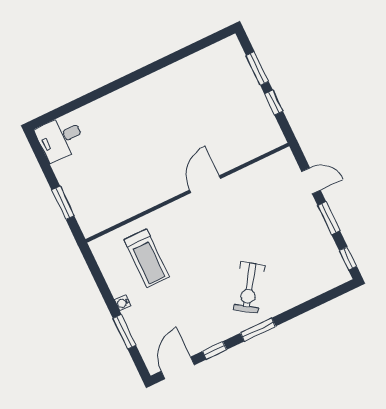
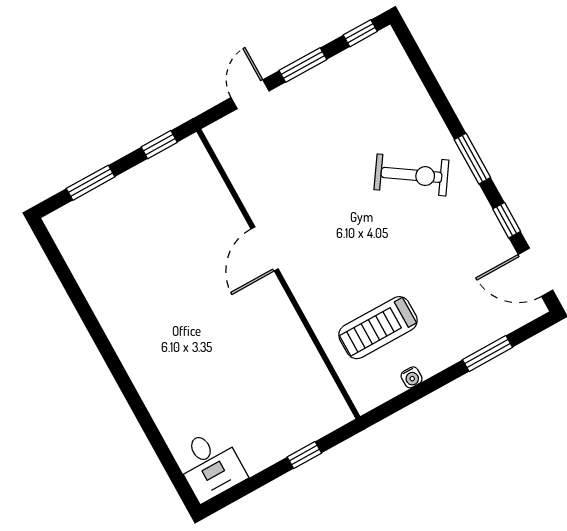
window: (274, 103) -> (159, 145), moved
door: (205, 184) -> (265, 249), hinge flipped
window: (63, 203) -> (304, 455), width x0.67
treadmill: (147, 258) -> (378, 328), turned 180
water cooler: (123, 303) -> (412, 377), moved

